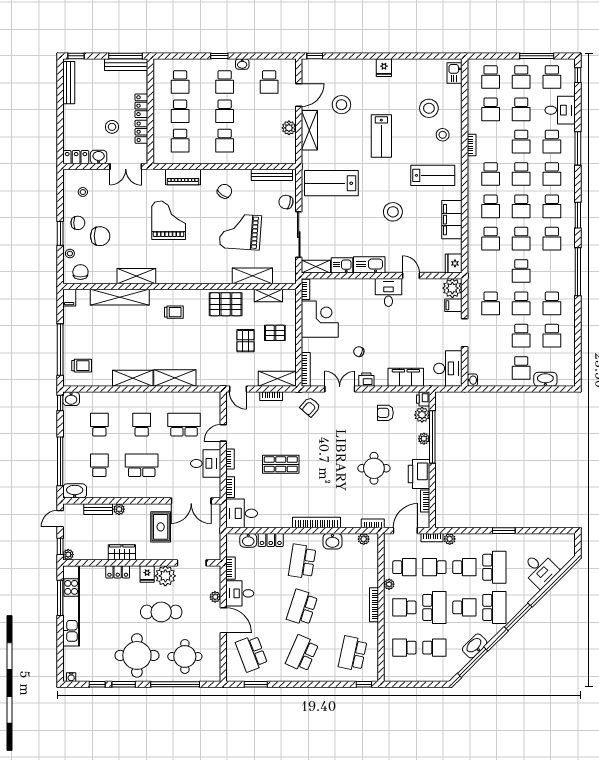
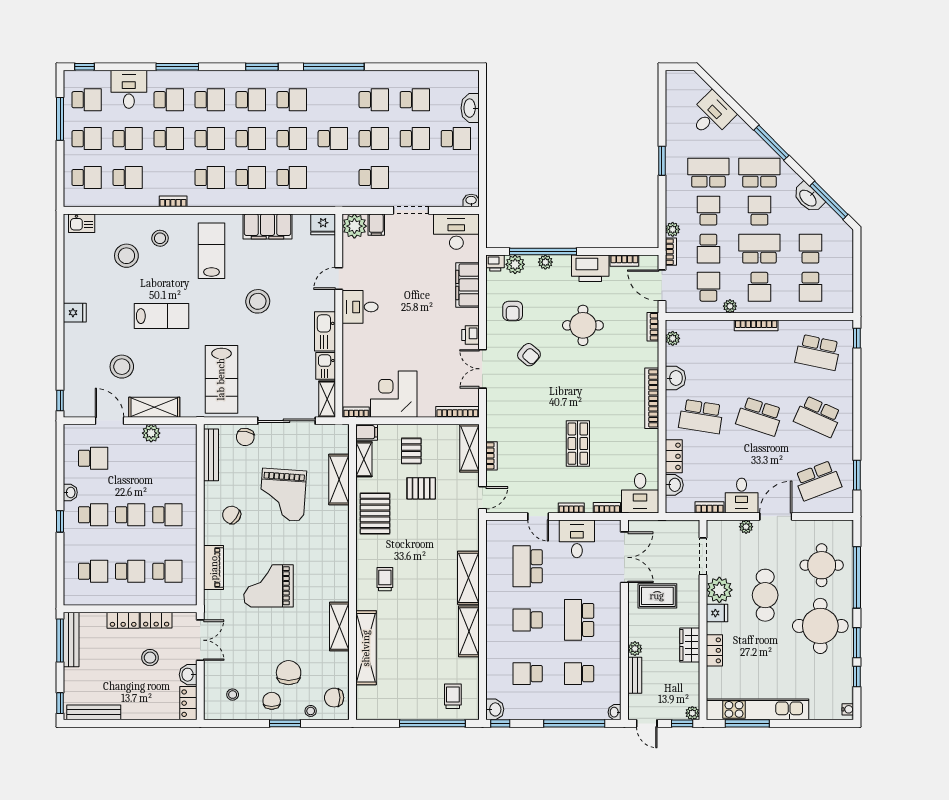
filing cabinet: (69, 298) -> (367, 432), moved
chair: (359, 352) -> (435, 345), removed
armchair: (310, 407) -> (529, 355), moved
washbasin: (75, 491) -> (615, 712), width x0.52, depth x0.69

